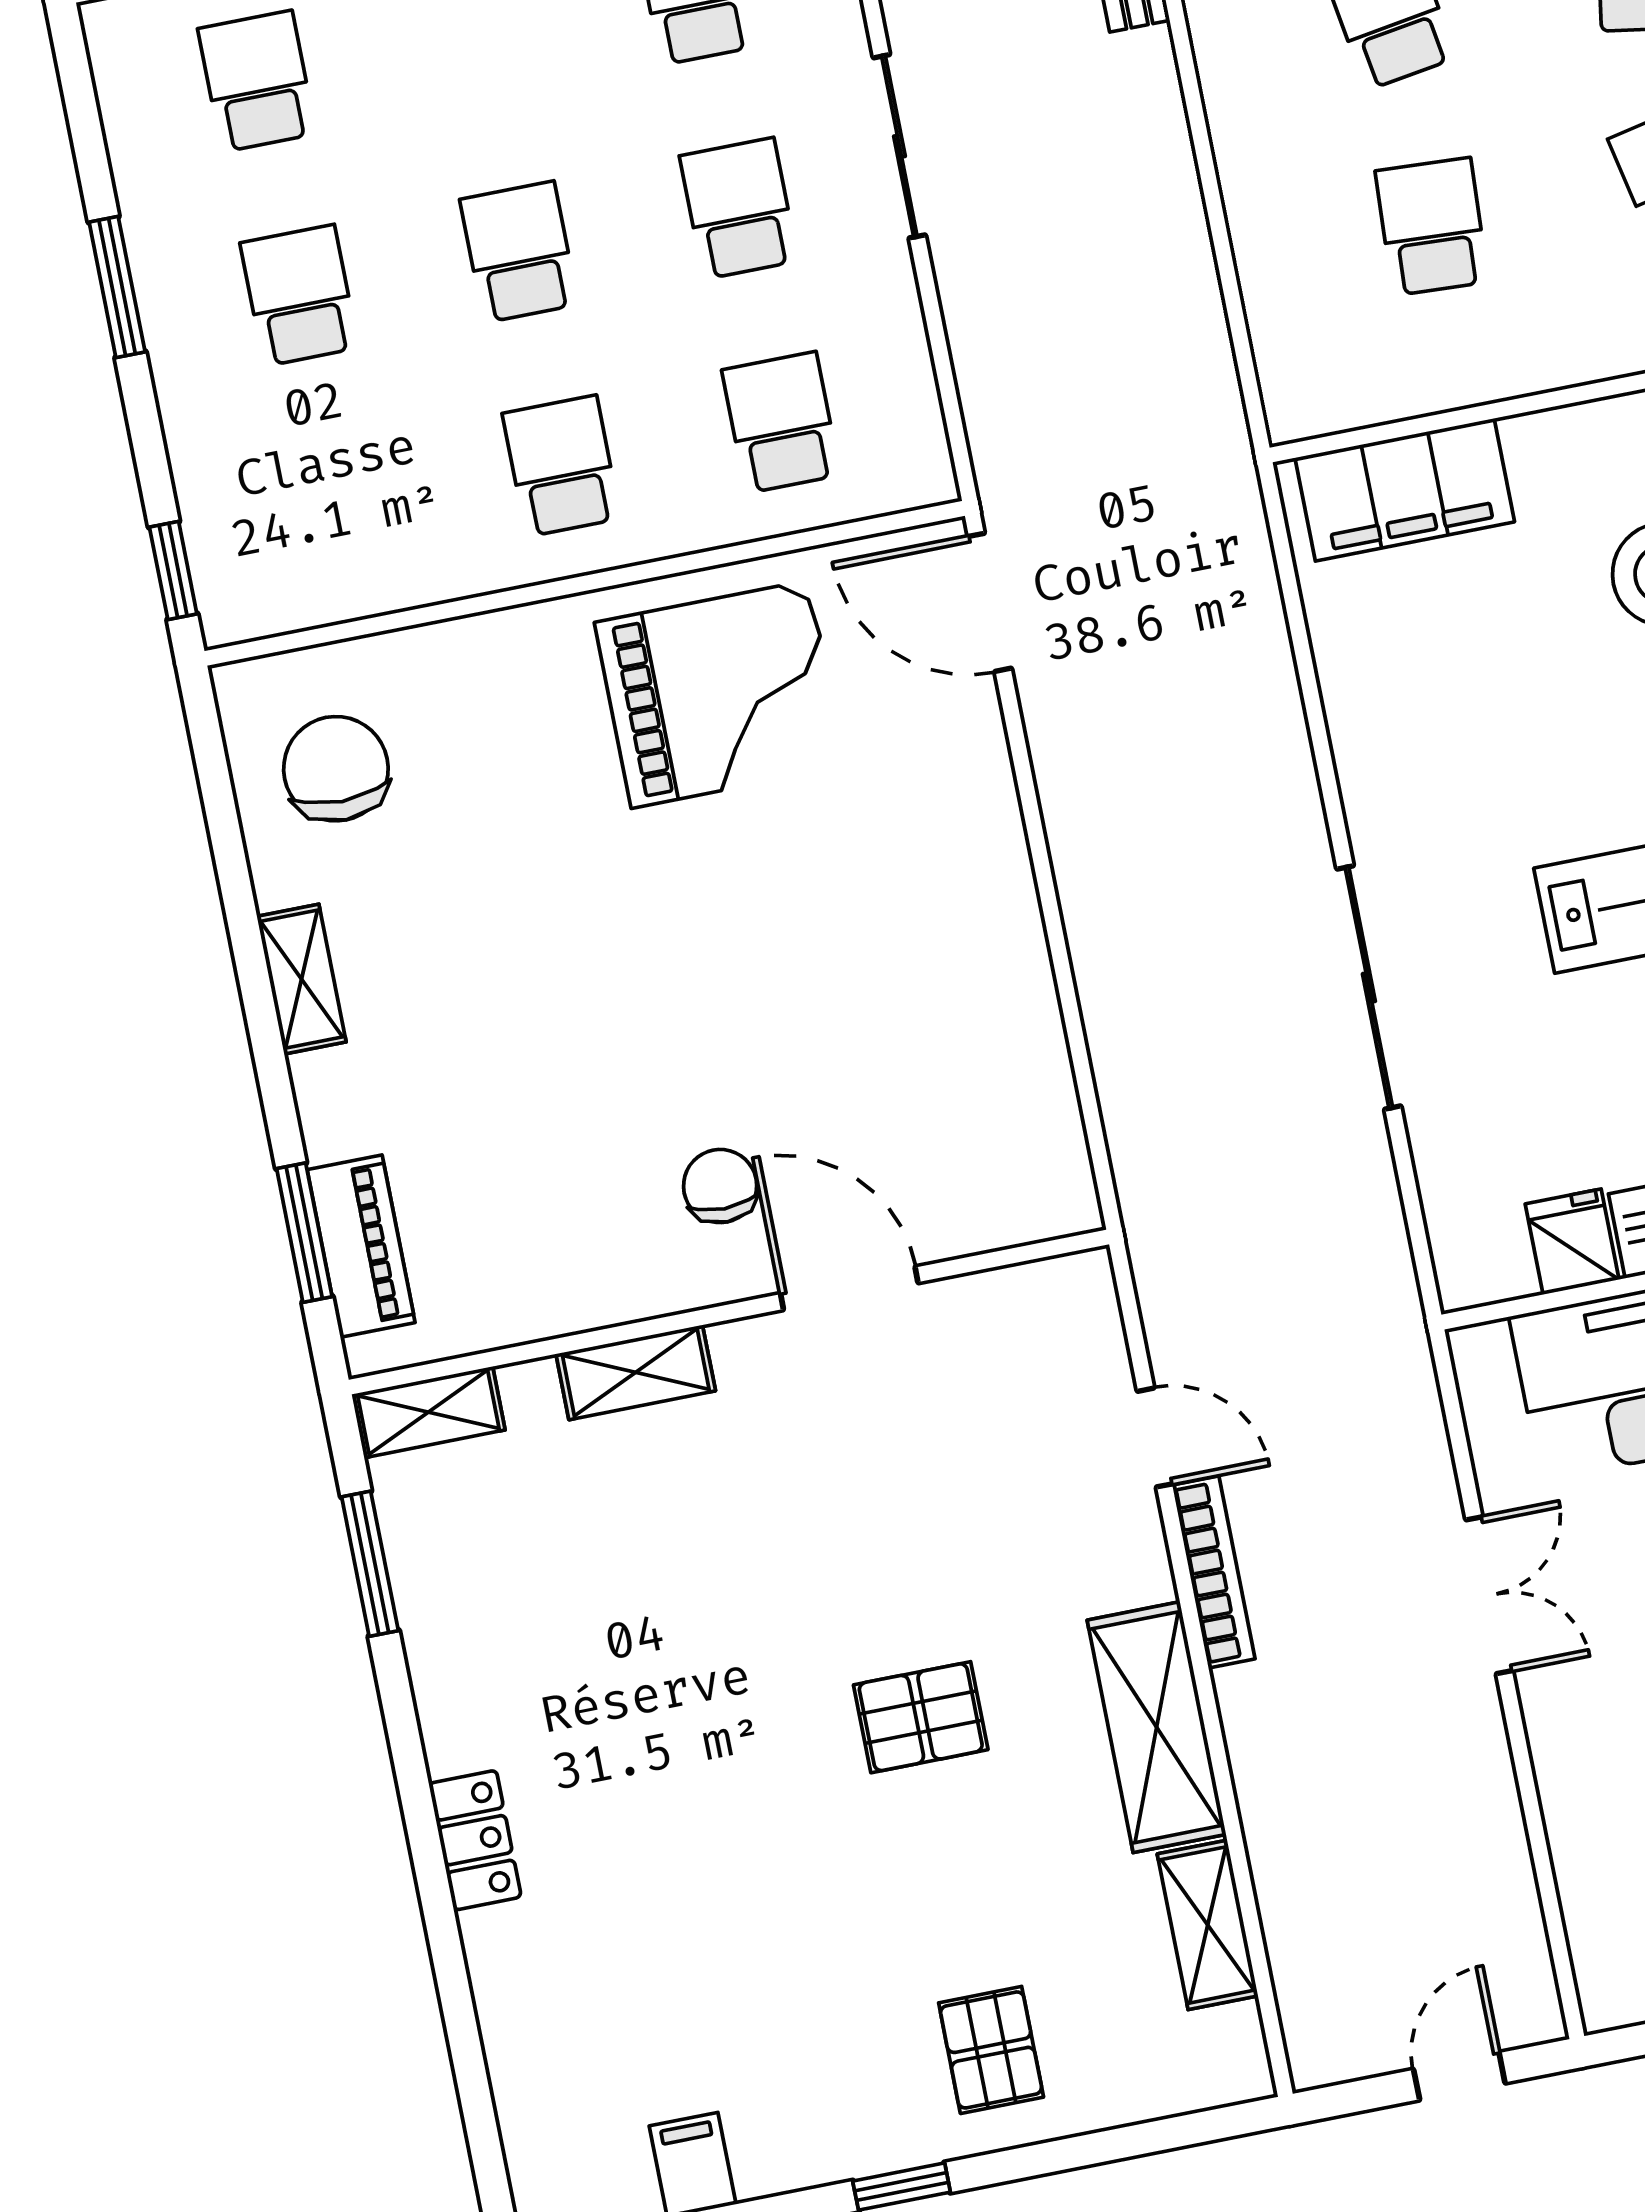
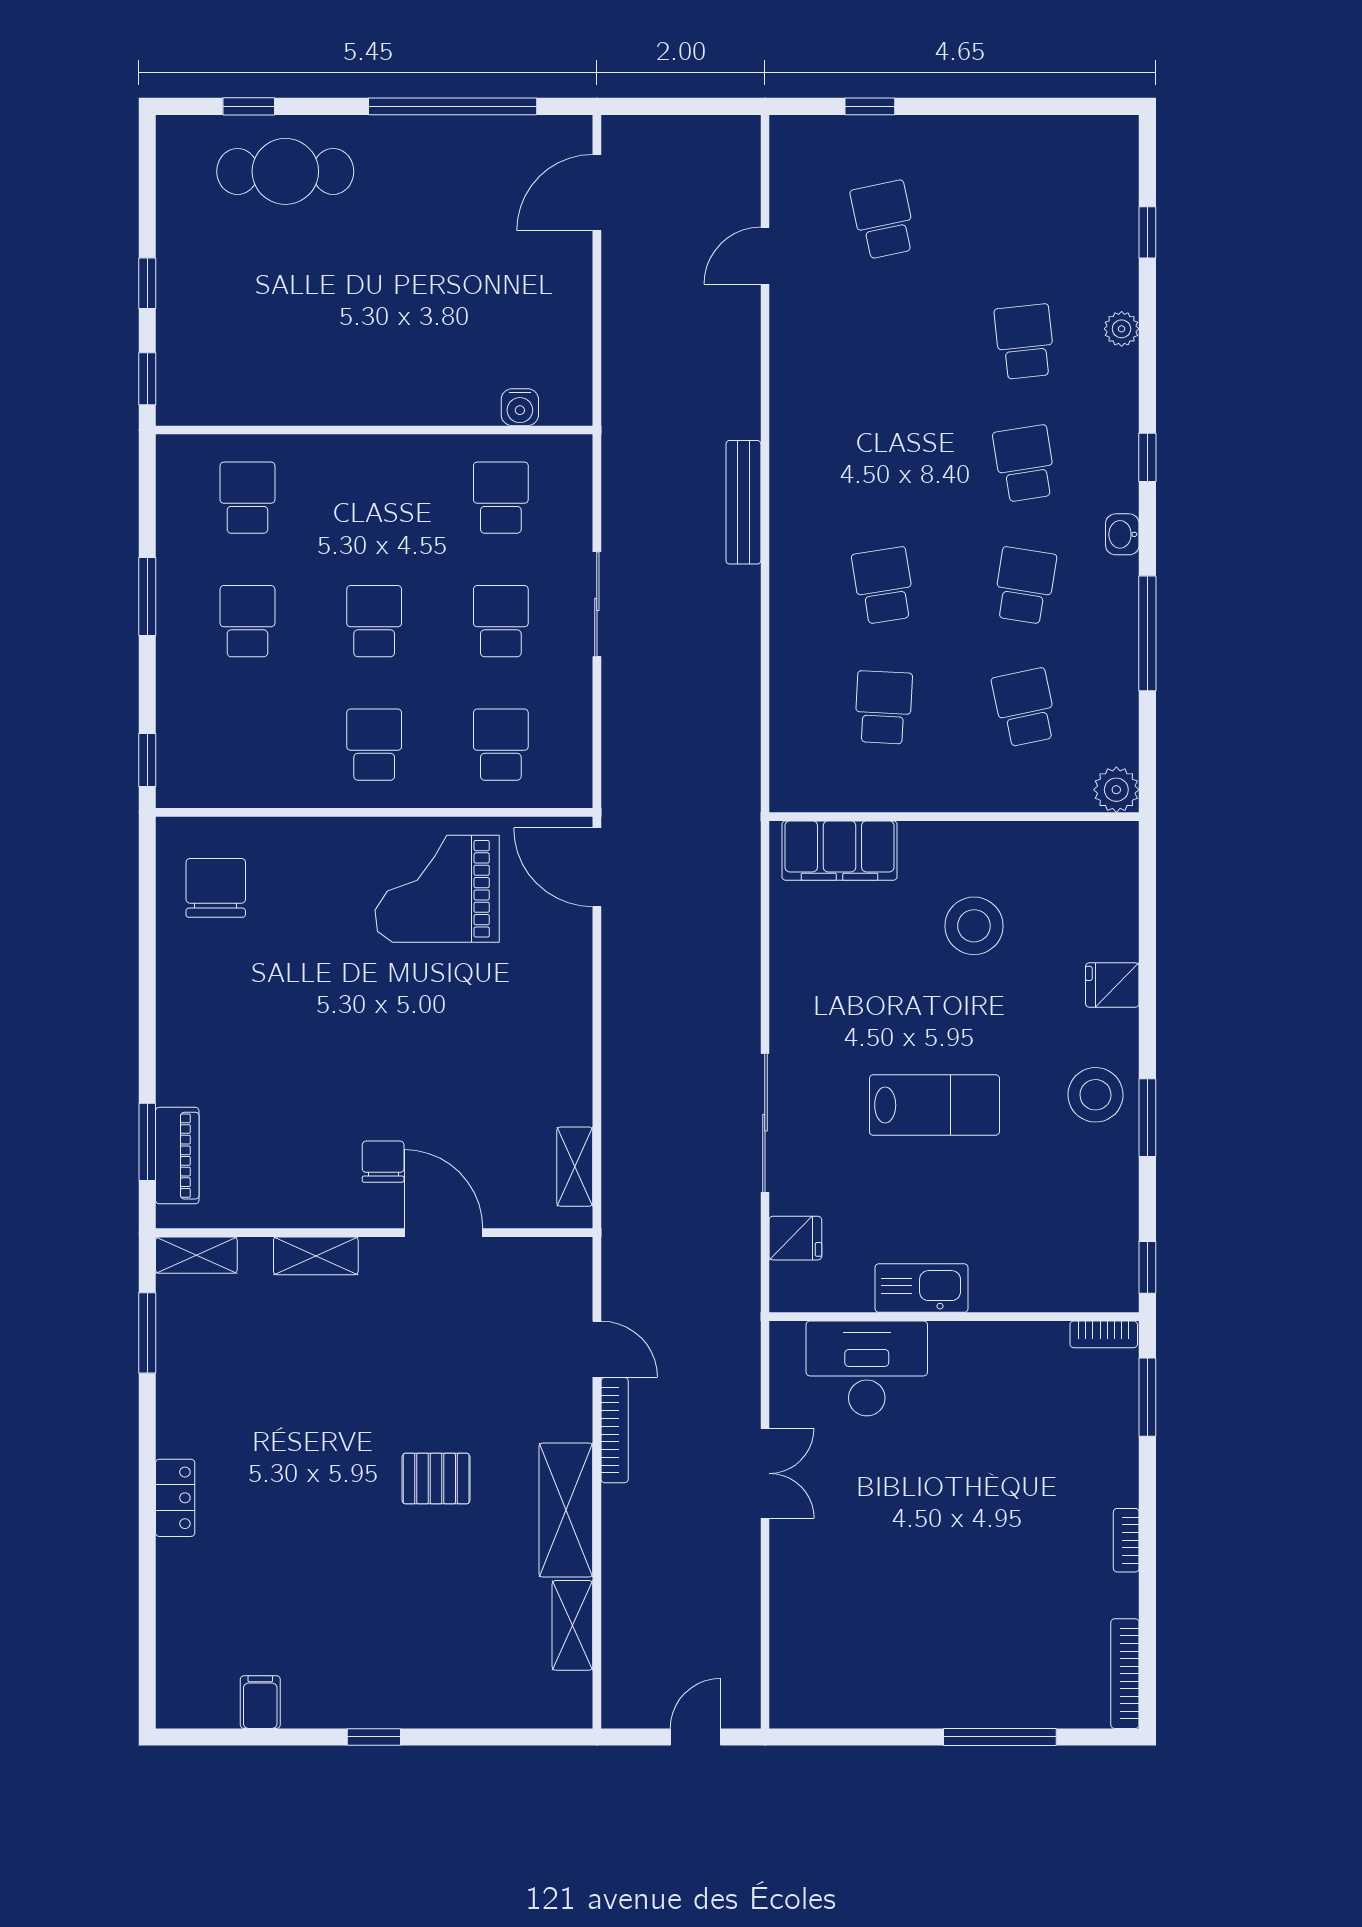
grand piano: (720, 694) -> (437, 889), turned 180
shelving: (302, 979) -> (575, 1167), moved
fridge: (1572, 1242) -> (795, 1238), moved, turned 90
pallet: (991, 2050) -> (439, 1671), removed

